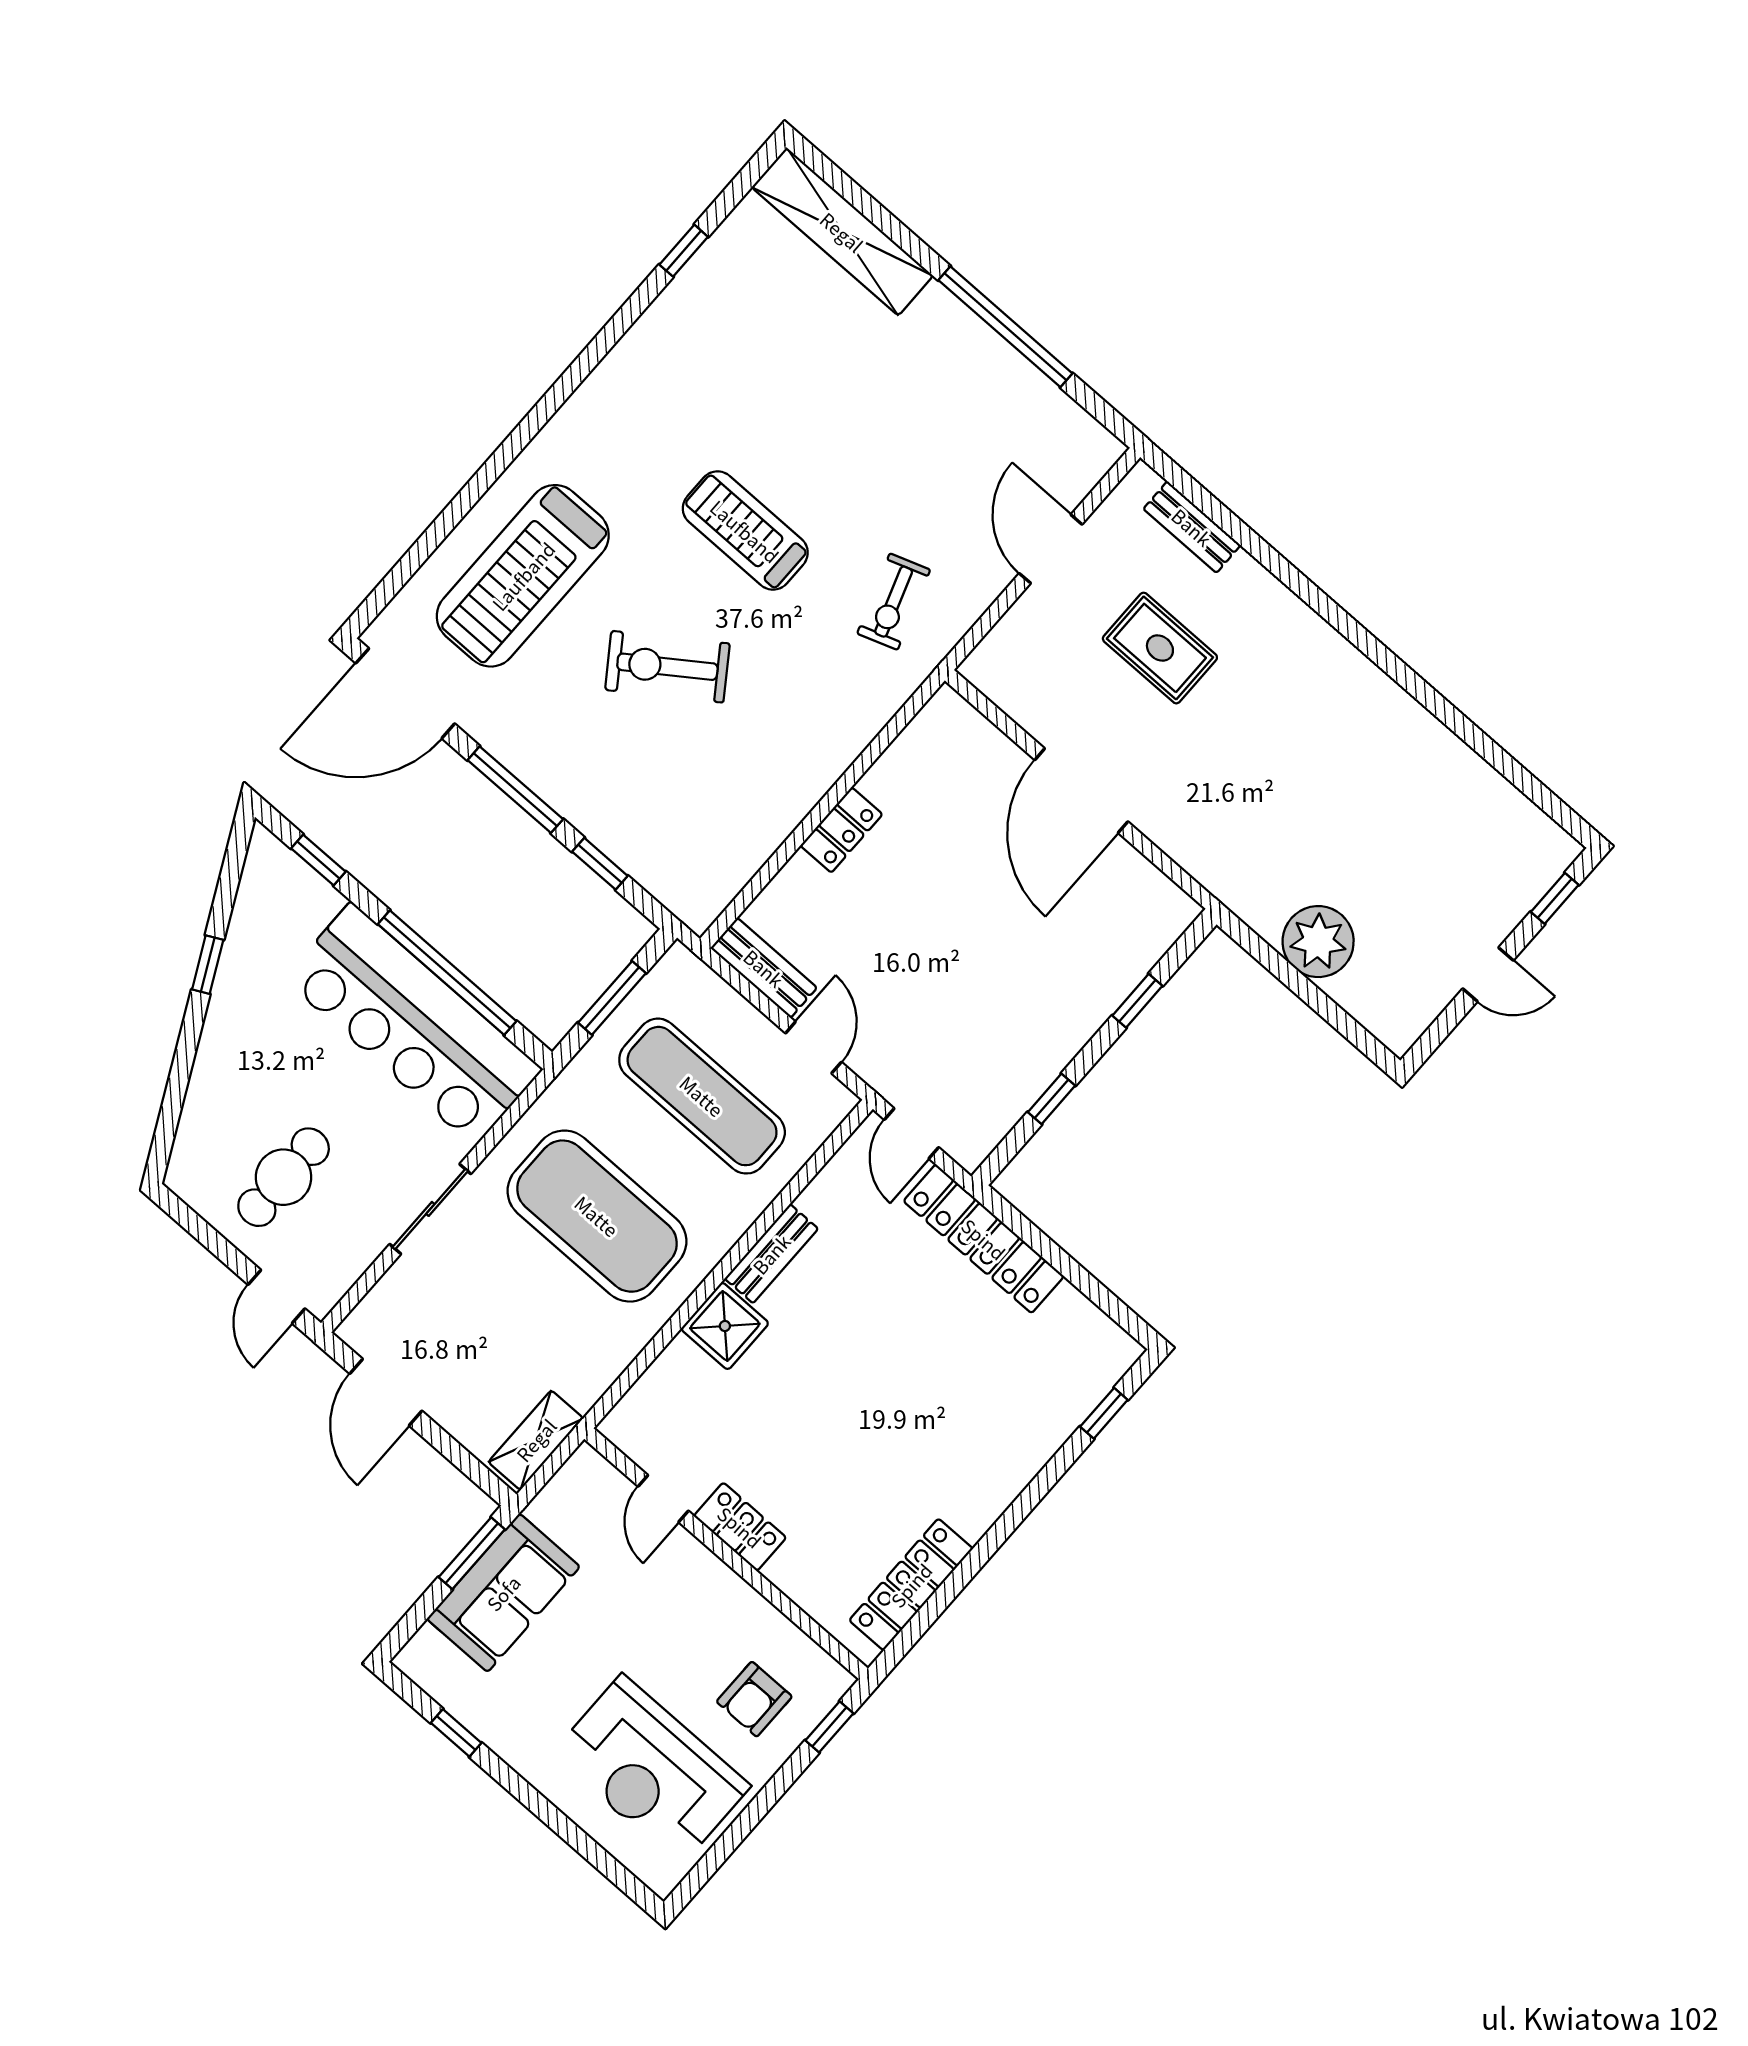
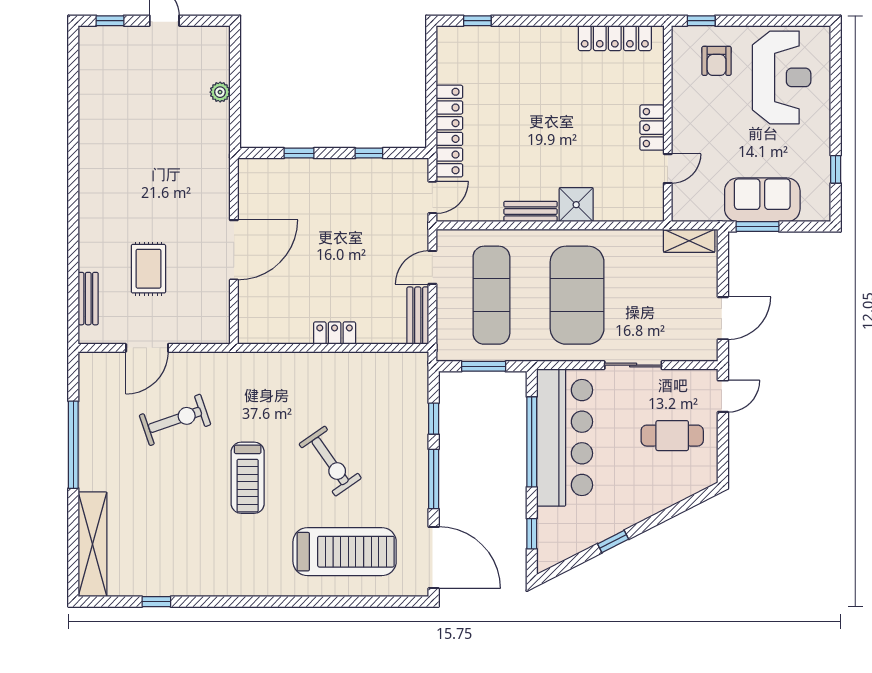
exercise bike: (894, 602) -> (175, 420), moved, width x1.38, depth x1.39
plant: (1318, 942) -> (220, 92), width x0.53, depth x0.53
armchair: (754, 1699) -> (717, 61), turned 90

